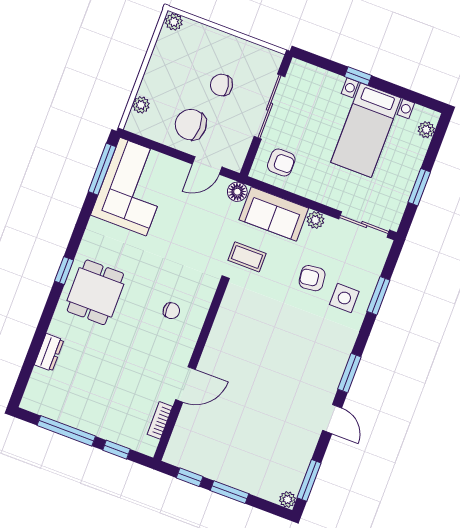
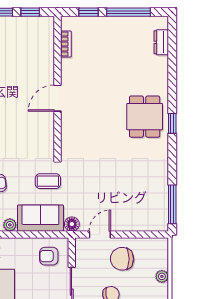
plant: (141, 105) -> (162, 276), moved
chair: (191, 125) -> (122, 259), turned 180
corner sofa: (133, 187) -> (146, 200), removed
chair: (171, 311) -> (87, 124), removed
dresser: (49, 352) -> (161, 42), moved
door: (185, 384) -> (57, 98), moved

